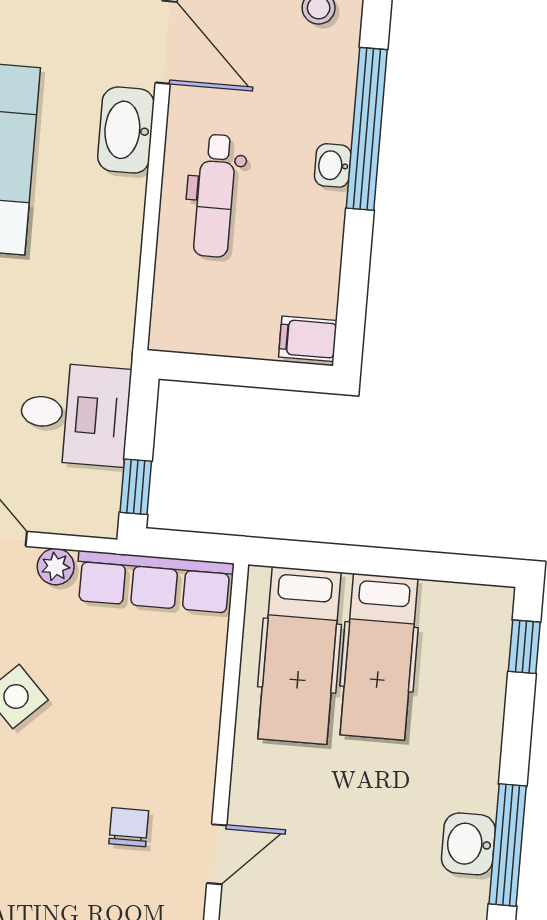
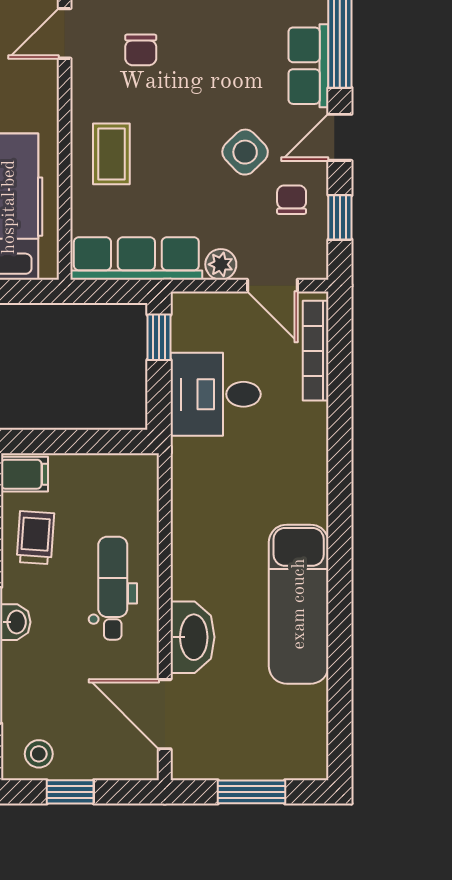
trolley: (301, 263) -> (35, 538), added
coffee table: (174, 708) -> (111, 154), added

